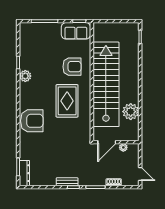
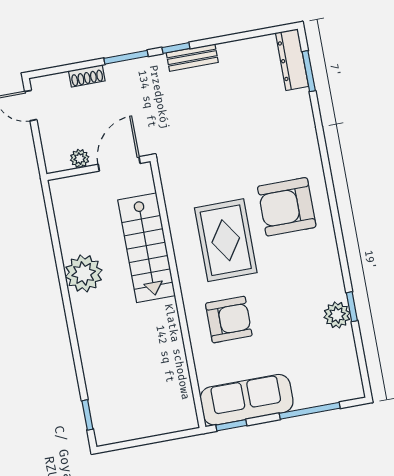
sofa: (76, 31) -> (247, 400), width x1.36
armchair: (72, 67) -> (229, 320), turned 180
plant: (25, 76) -> (337, 315), moved
stairs: (106, 84) -> (147, 248), width x0.54, depth x0.66
plant: (131, 112) -> (84, 273), moved
armchair: (32, 121) -> (287, 207), moved

